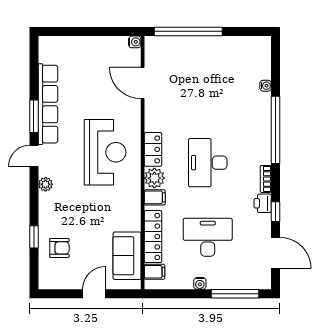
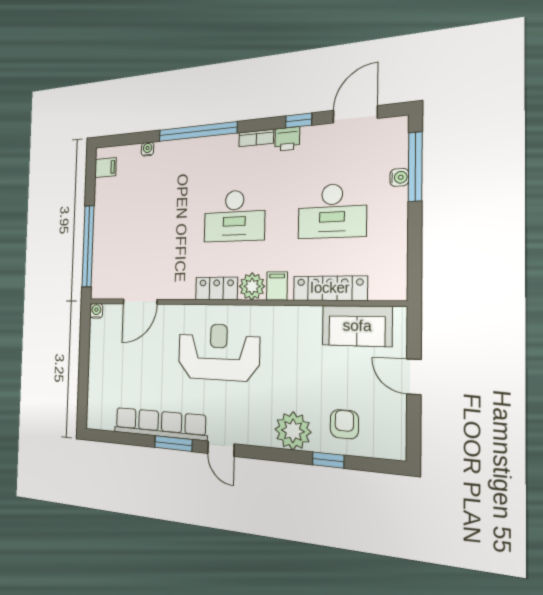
plant: (46, 184) -> (293, 431), moved, width x1.88, depth x1.88
desk: (208, 237) -> (332, 211), turned -90
filing cabinet: (155, 272) -> (105, 168), moved, turned 90
water cooler: (200, 283) -> (399, 177), moved

